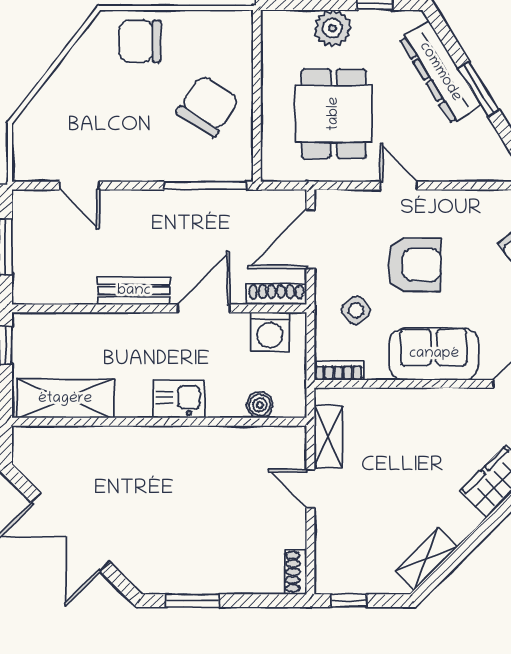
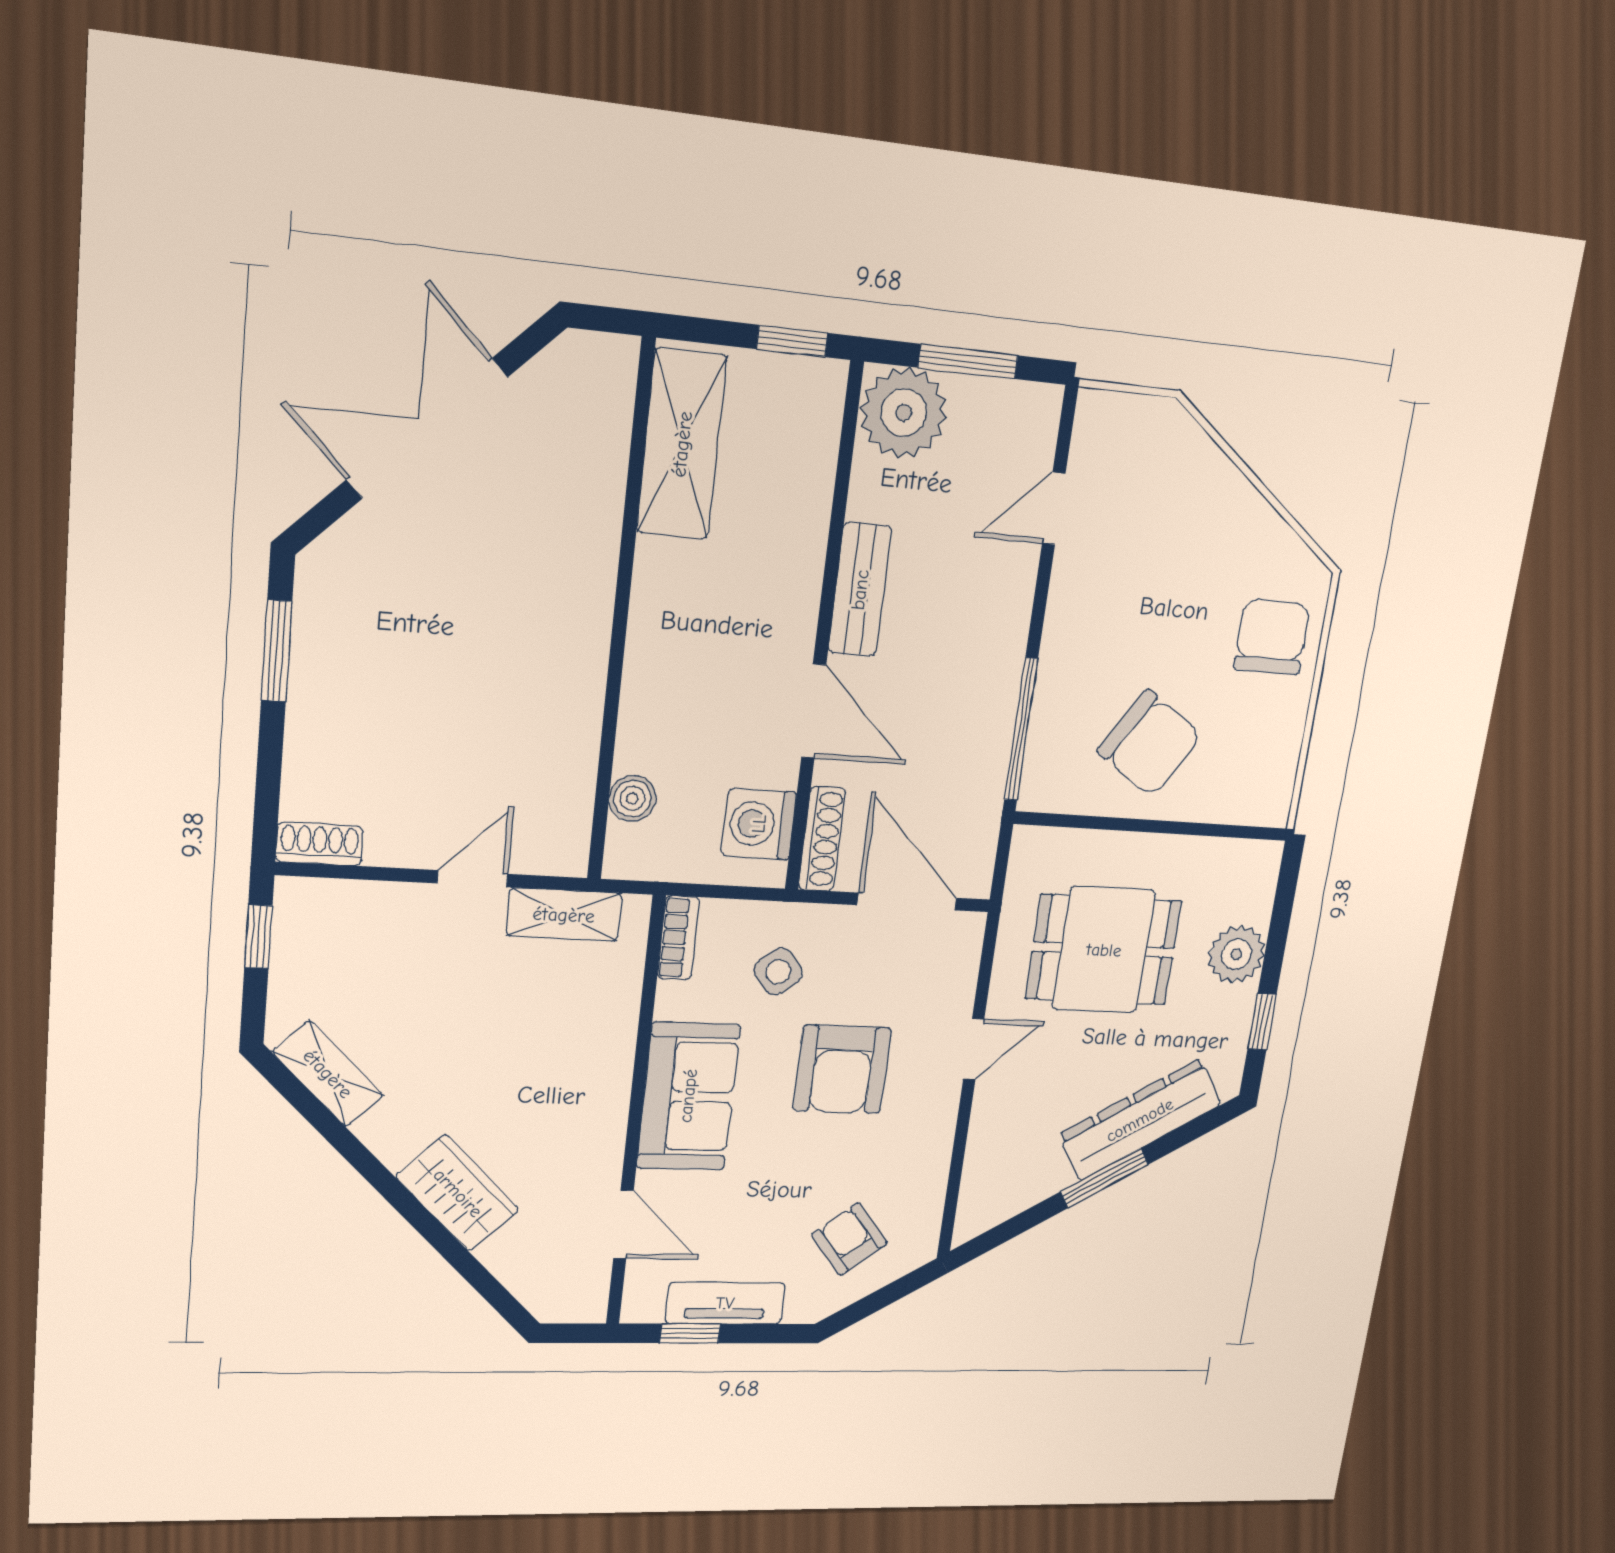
plant: (36, 279) -> (904, 413), added
kitchen sink: (179, 399) -> (658, 655), removed

